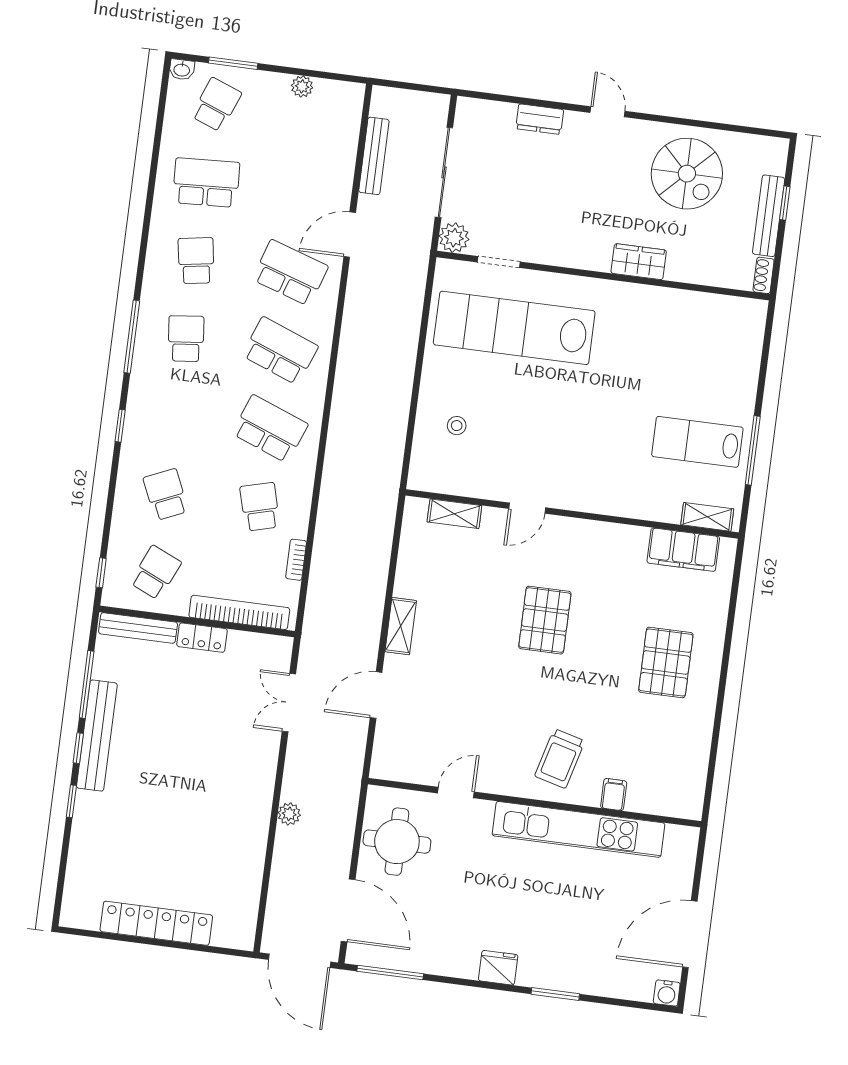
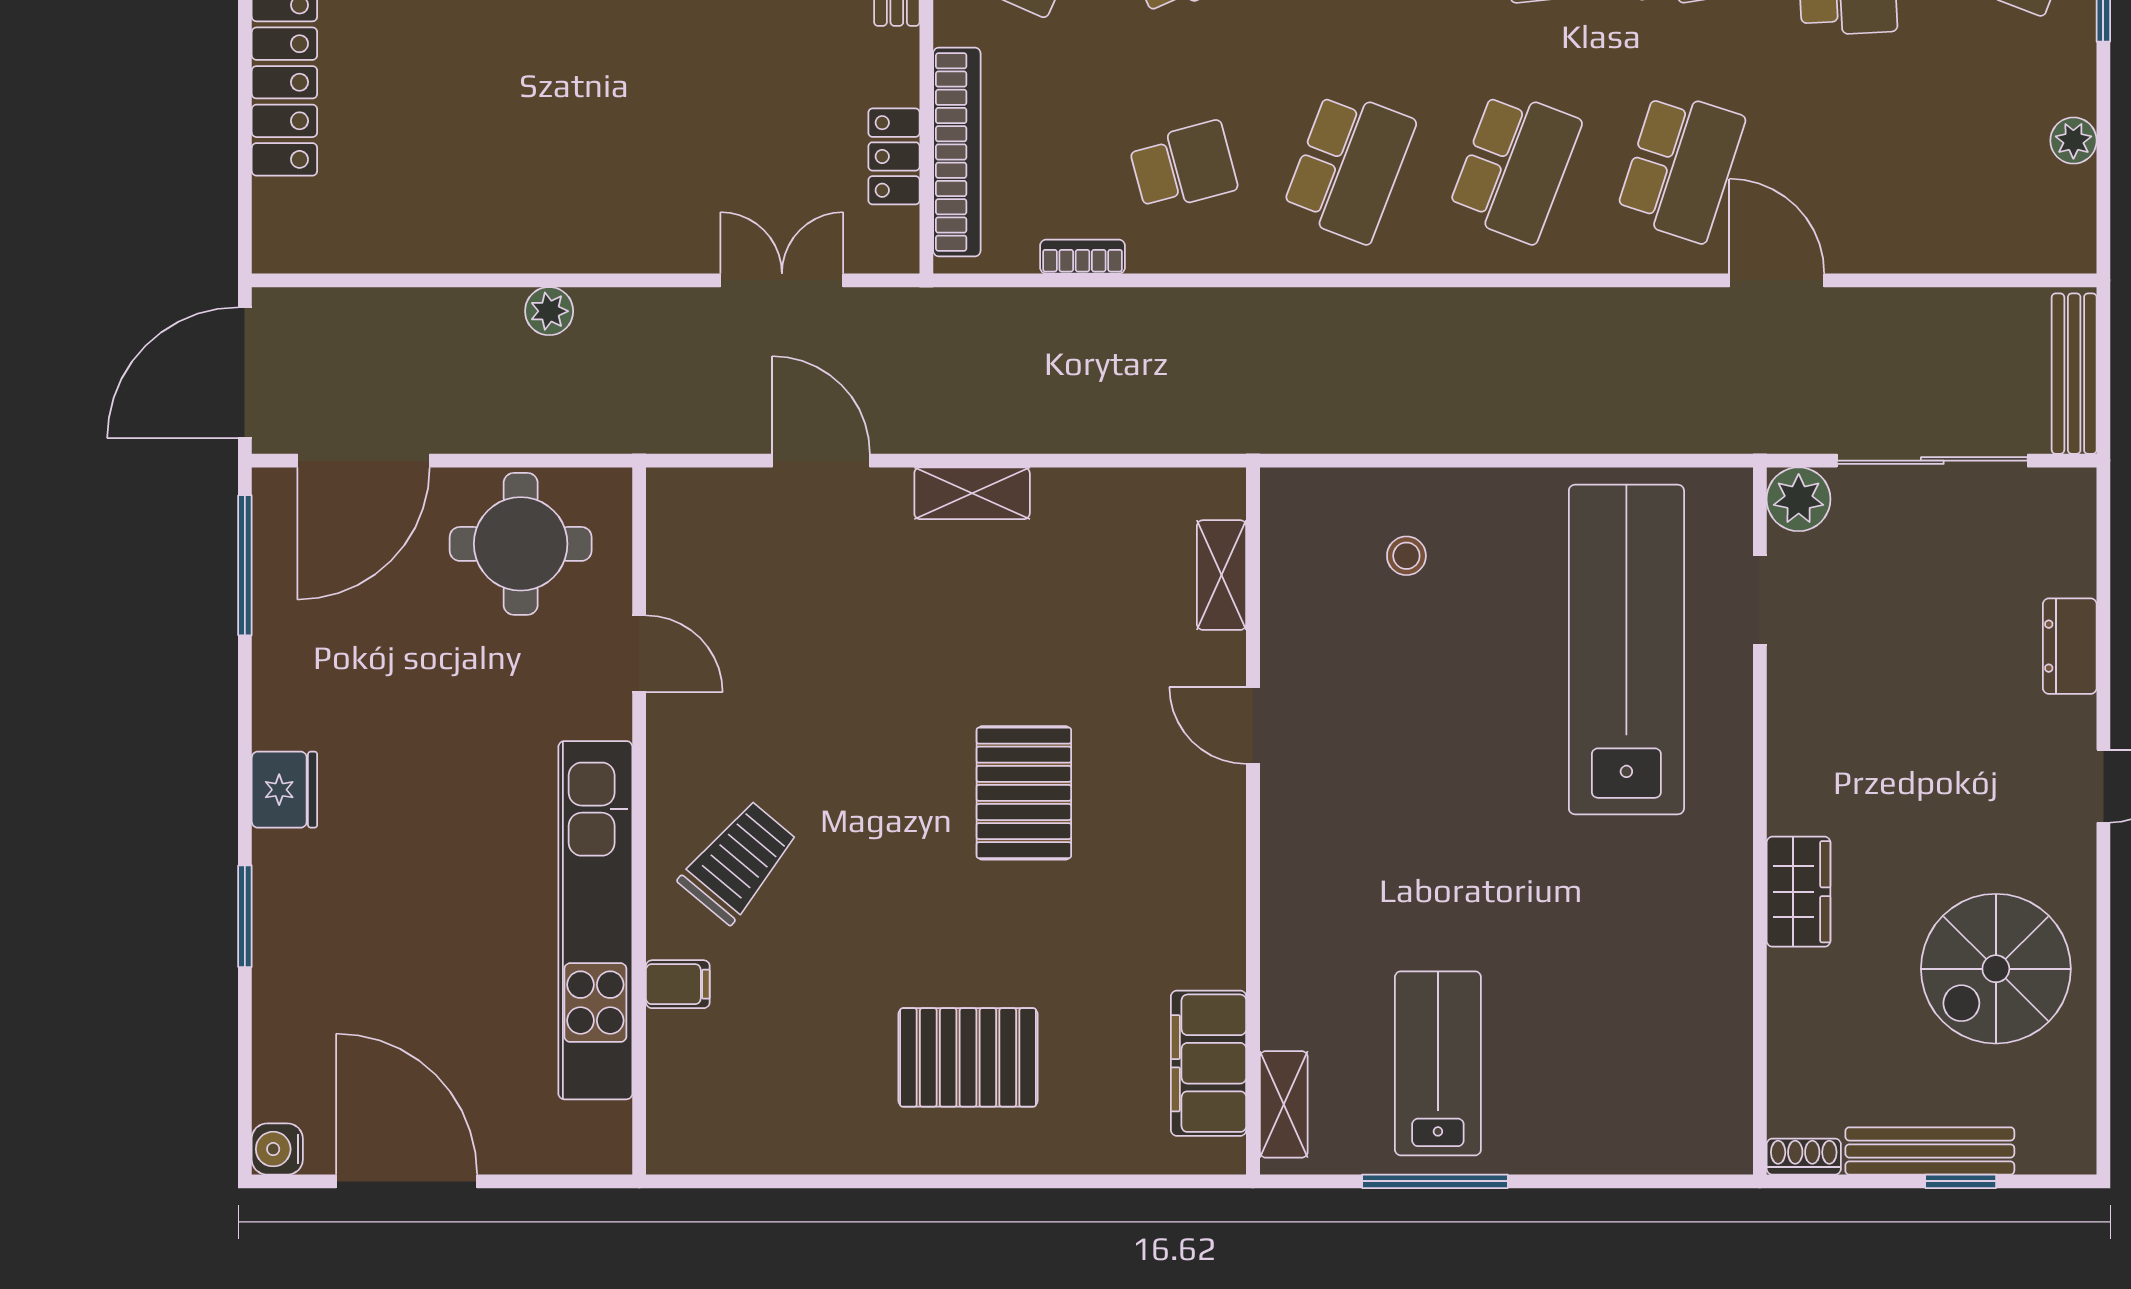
bench: (374, 156) -> (2074, 374), moved, turned 90
pallet: (545, 620) -> (1024, 793), turned 90
locker: (202, 638) -> (894, 156), moved
trolley: (560, 758) -> (738, 862), turned 115

